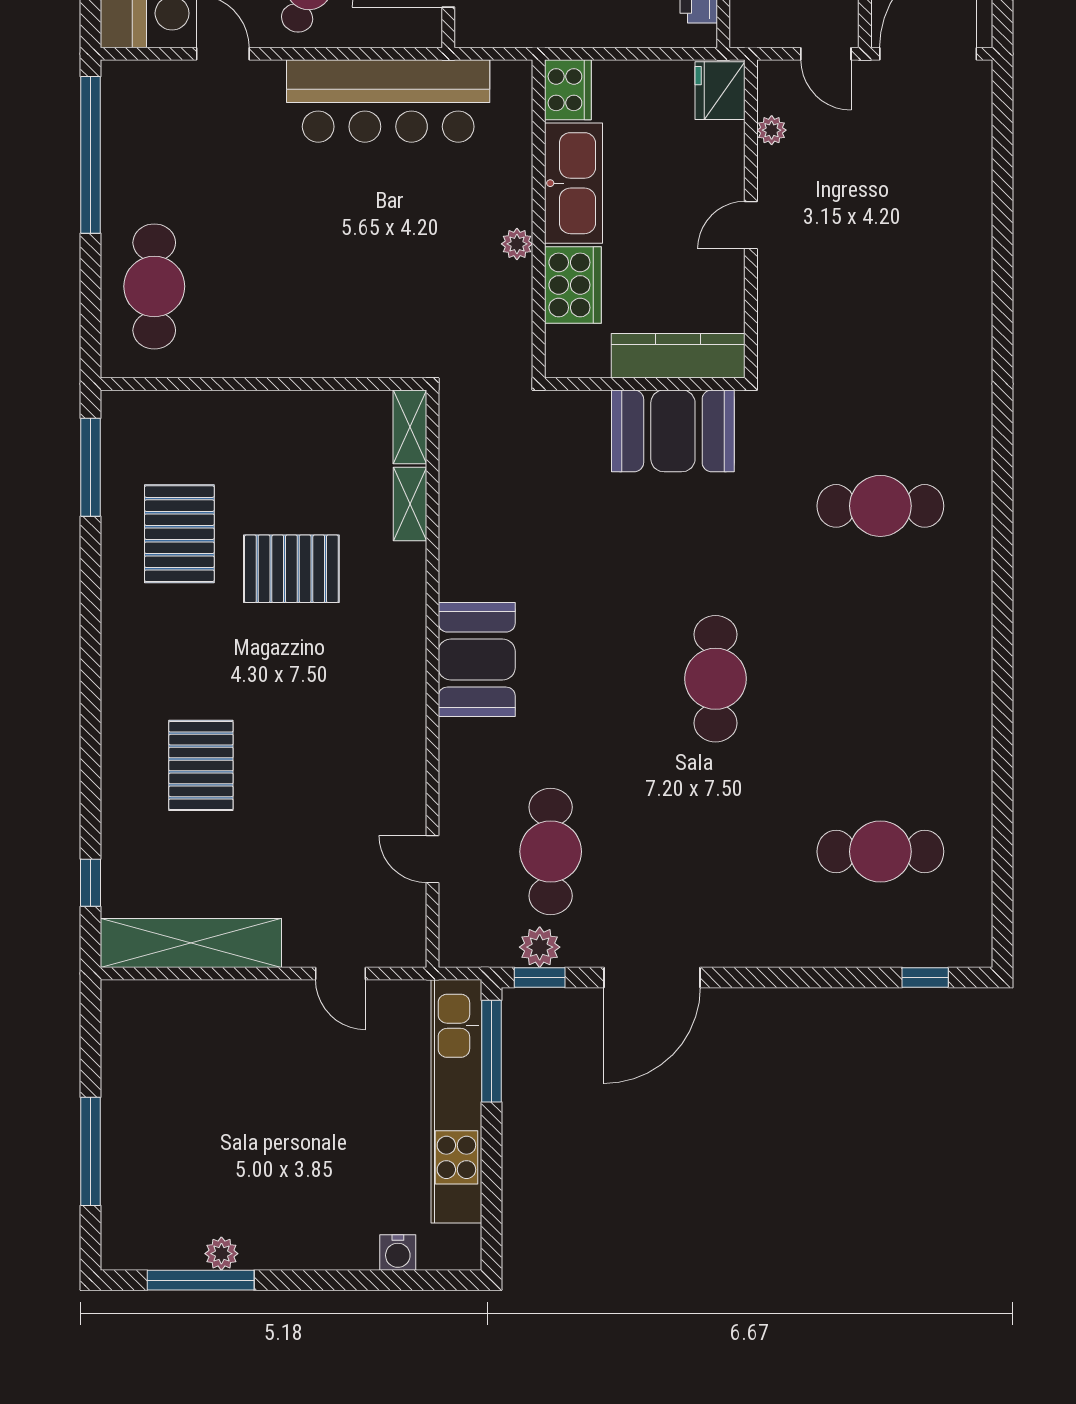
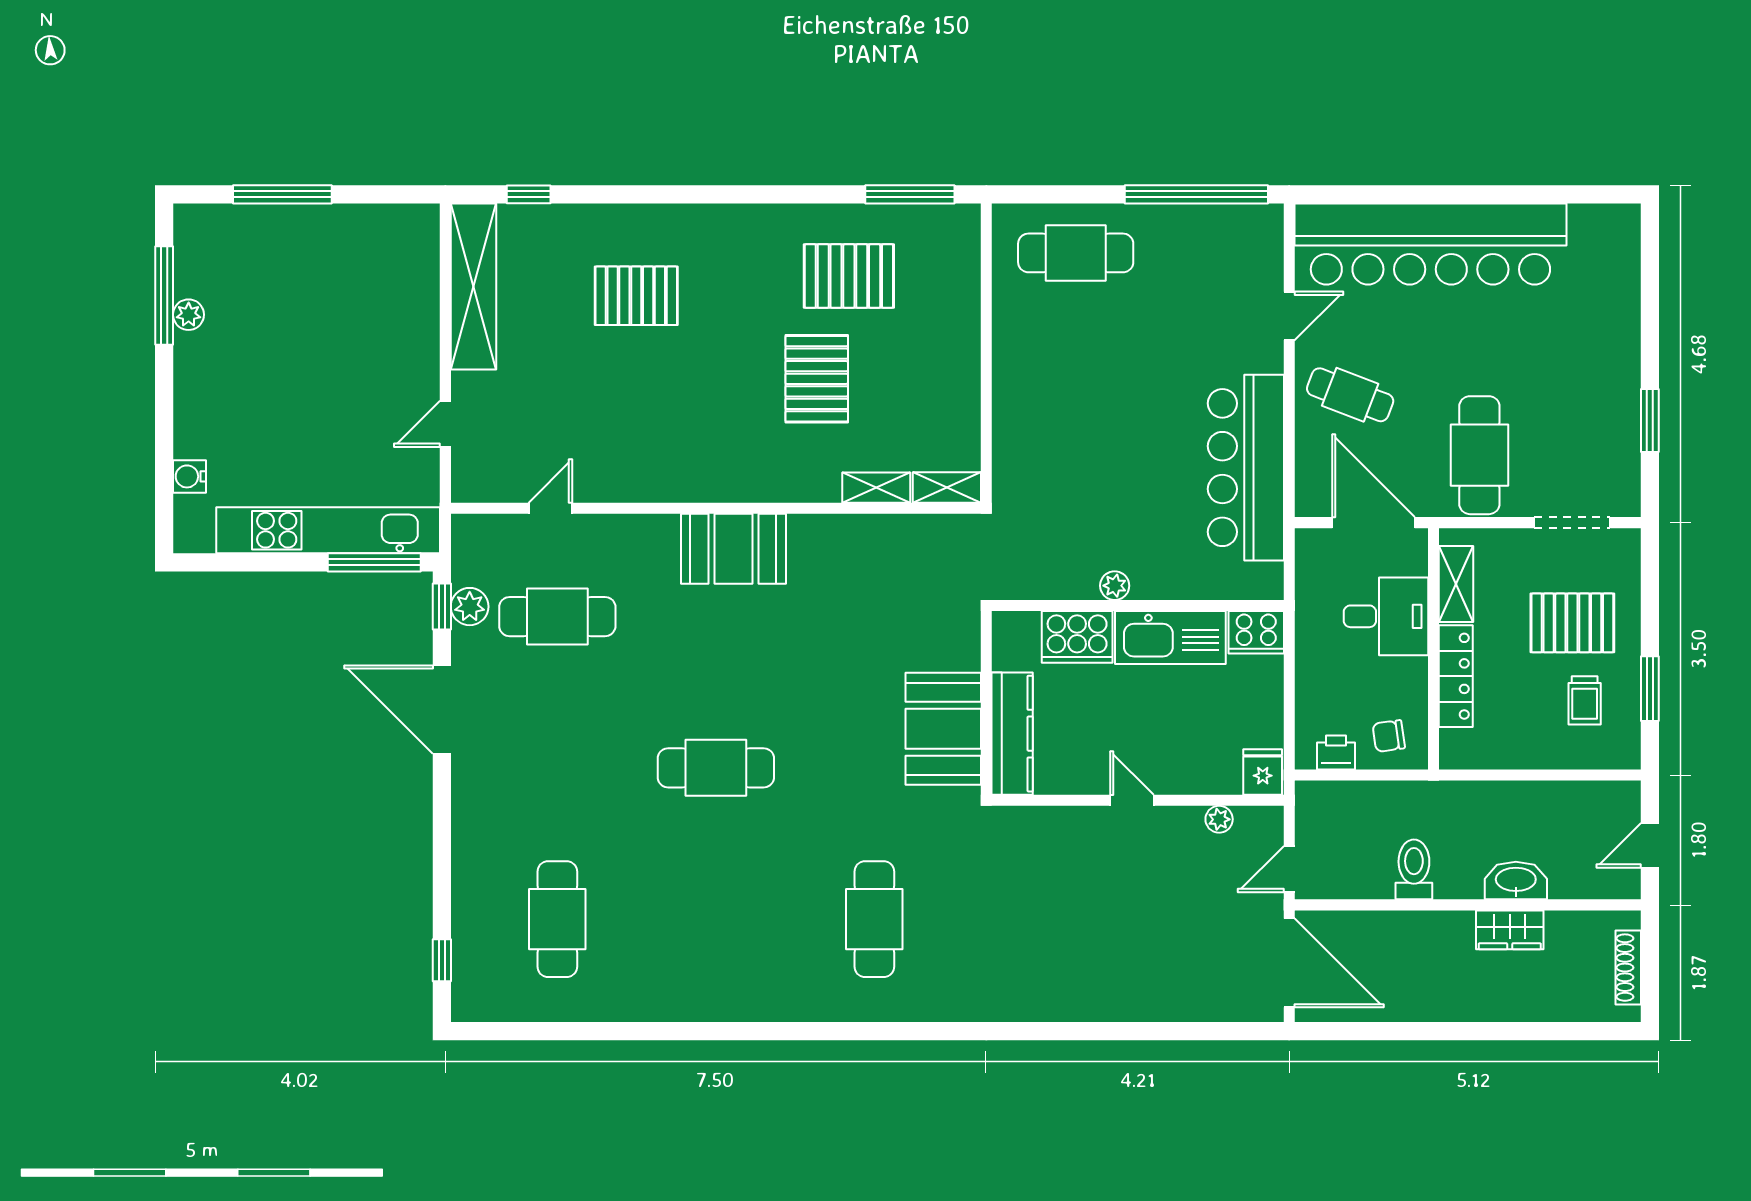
fridge: (720, 91) -> (1263, 772), width x0.72

